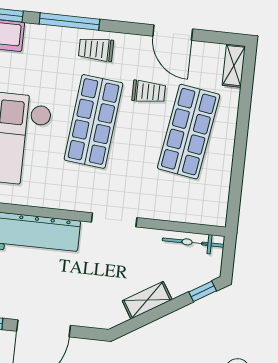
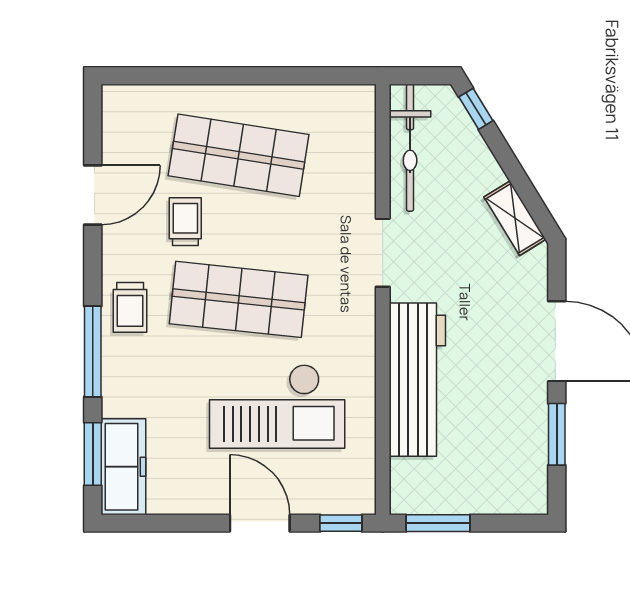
shelving: (234, 66) -> (132, 98), removed
bicycle: (193, 243) -> (410, 148), width x1.37, depth x1.40
shelving: (147, 300) -> (515, 218), moved

